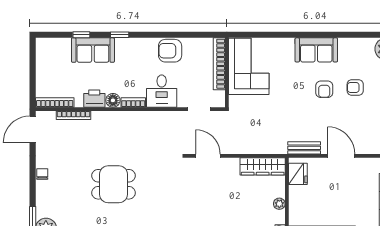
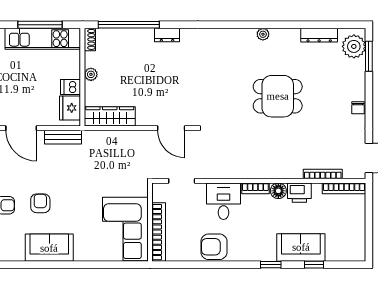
armchair: (170, 51) -> (214, 247), turned 180
dishwasher: (297, 193) -> (71, 87), added

